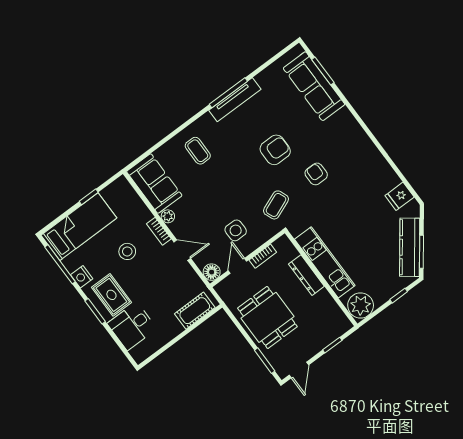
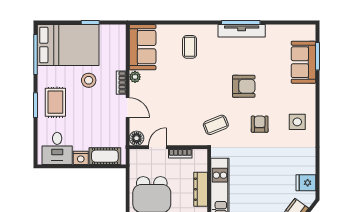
sofa: (314, 86) -> (303, 62), width x0.73
bed: (79, 227) -> (68, 45), width x1.50
side table: (236, 230) -> (297, 122), moved
nightstand: (82, 277) -> (81, 158), moved, turned -90
desk: (132, 326) -> (57, 148), moved, turned -90

